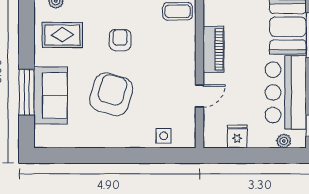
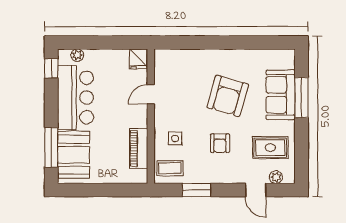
piano: (213, 49) -> (139, 148), moved
side table: (164, 136) -> (175, 138), moved
fridge: (237, 137) -> (138, 59), moved

